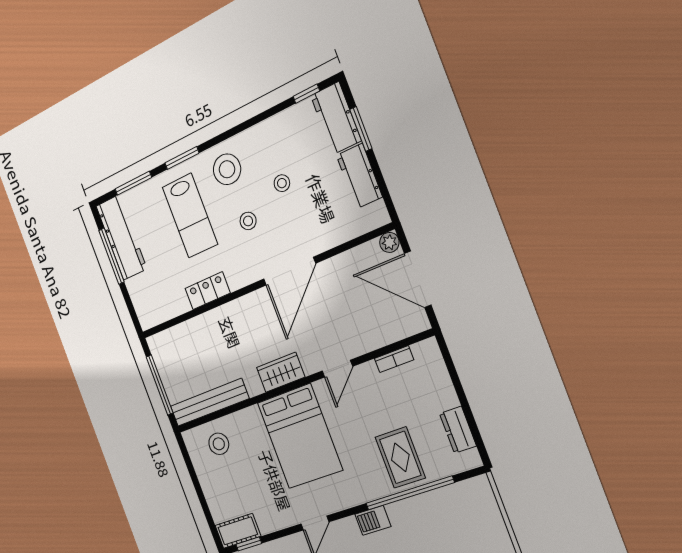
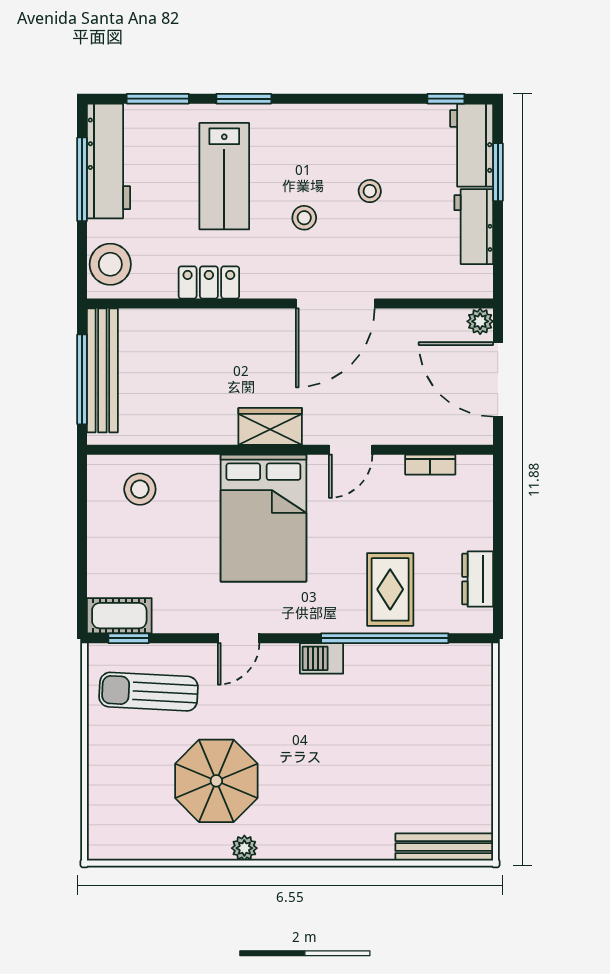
stool: (227, 169) -> (110, 264), moved
bench: (209, 403) -> (102, 370), moved, turned 90

